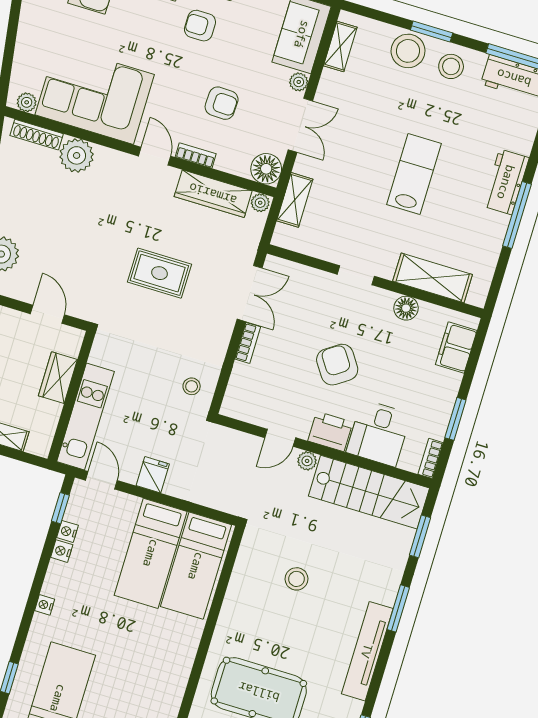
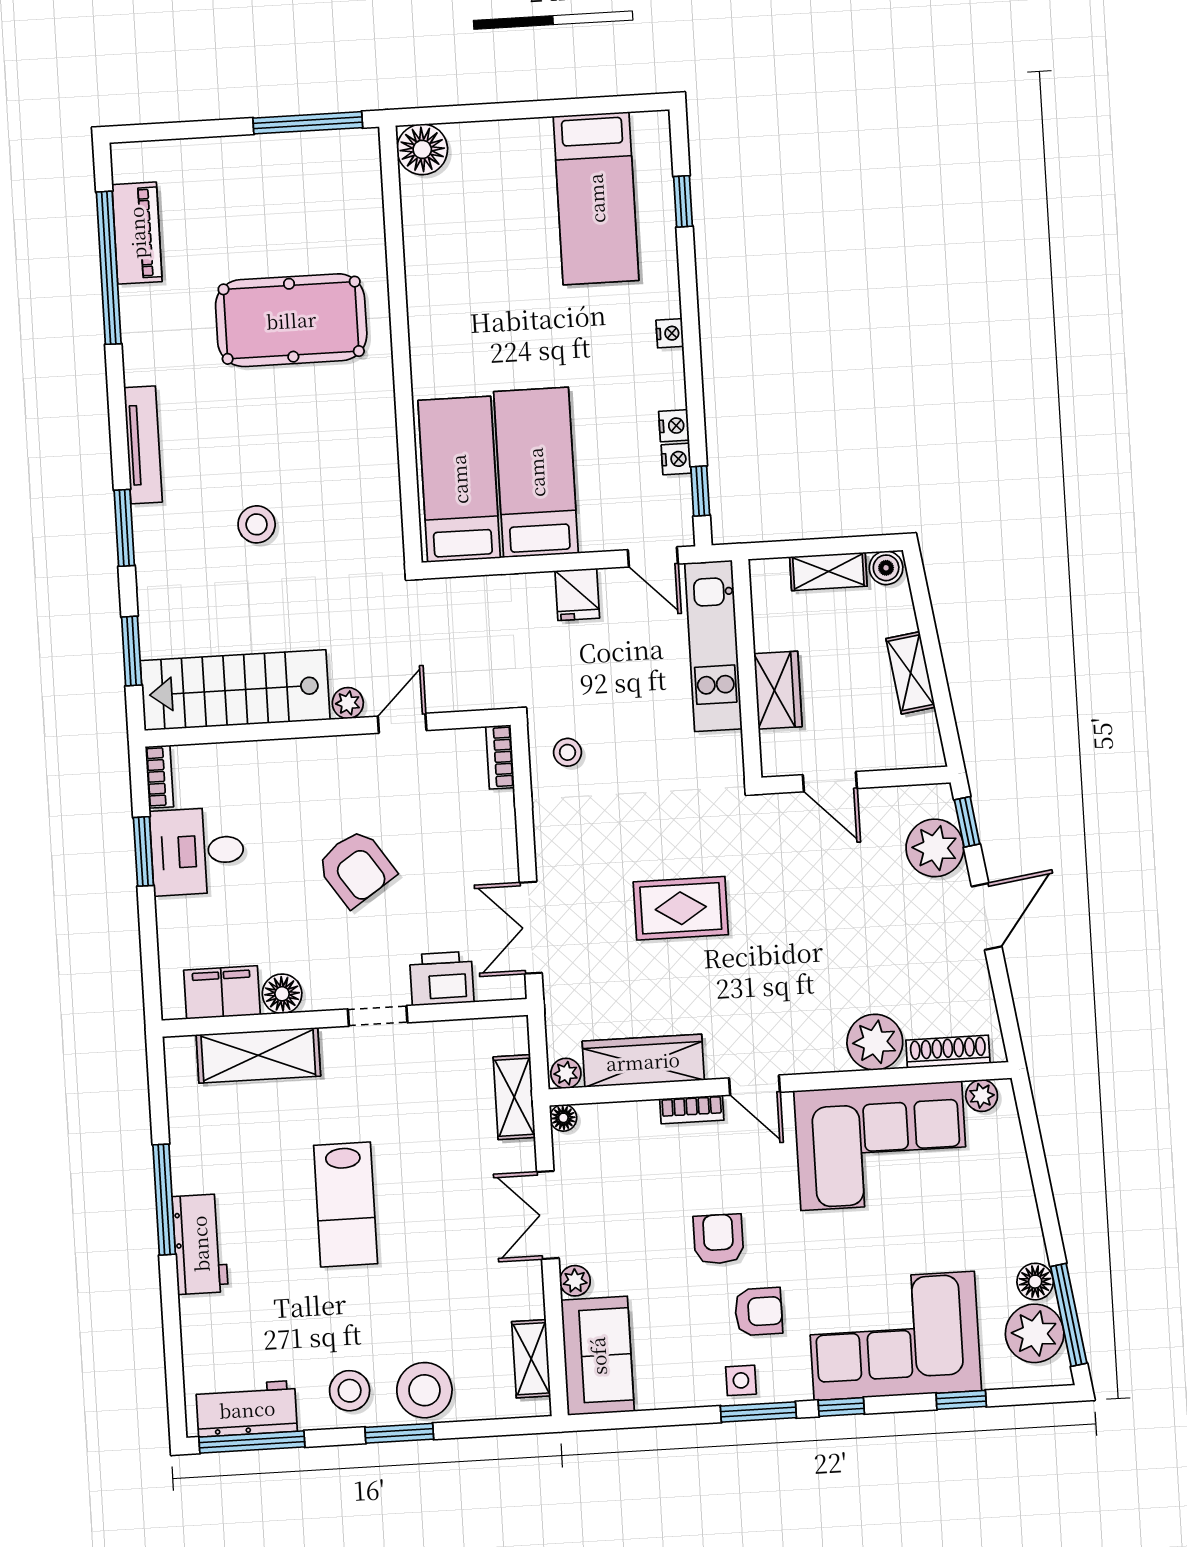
armchair: (222, 103) -> (718, 1239), moved, turned 88
floor lamp: (266, 169) -> (563, 1118), width x0.53, depth x0.53
bookcase: (248, 343) -> (500, 757), moved
filing cabinet: (456, 347) -> (222, 992), moved, turned -90
printer: (330, 432) -> (442, 978), moved, turned 180
desk: (379, 433) -> (197, 851), moved, turned -90
stool: (297, 579) -> (257, 524), moved
tv unit: (367, 651) -> (143, 445), width x0.73, depth x0.78

